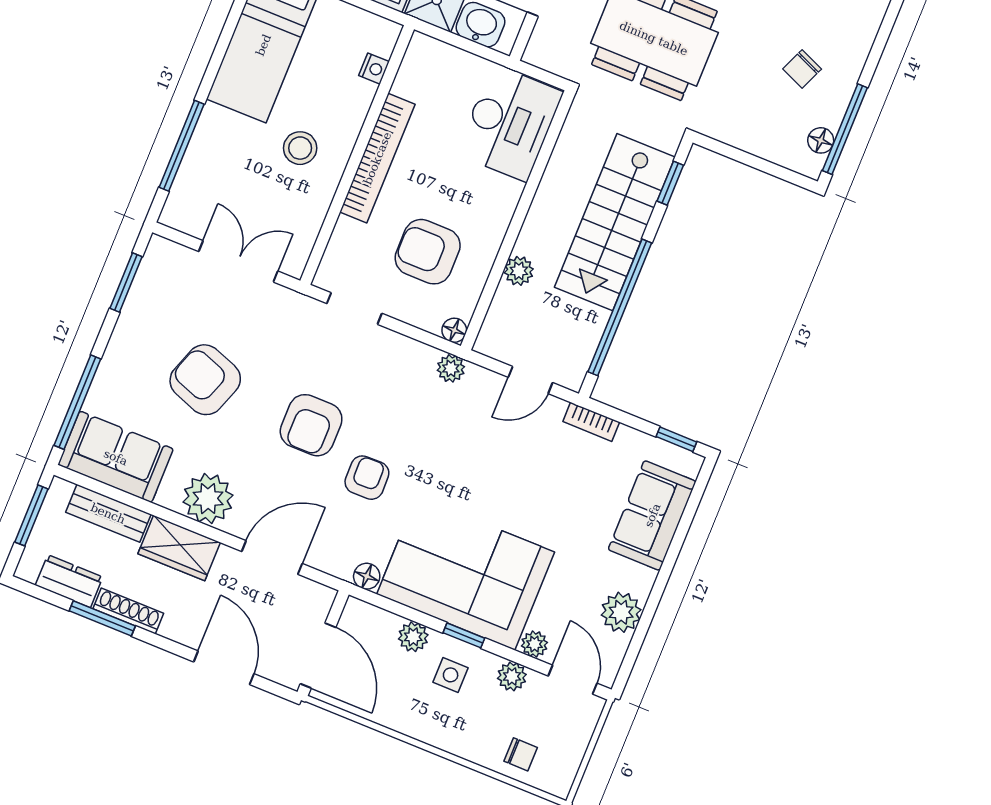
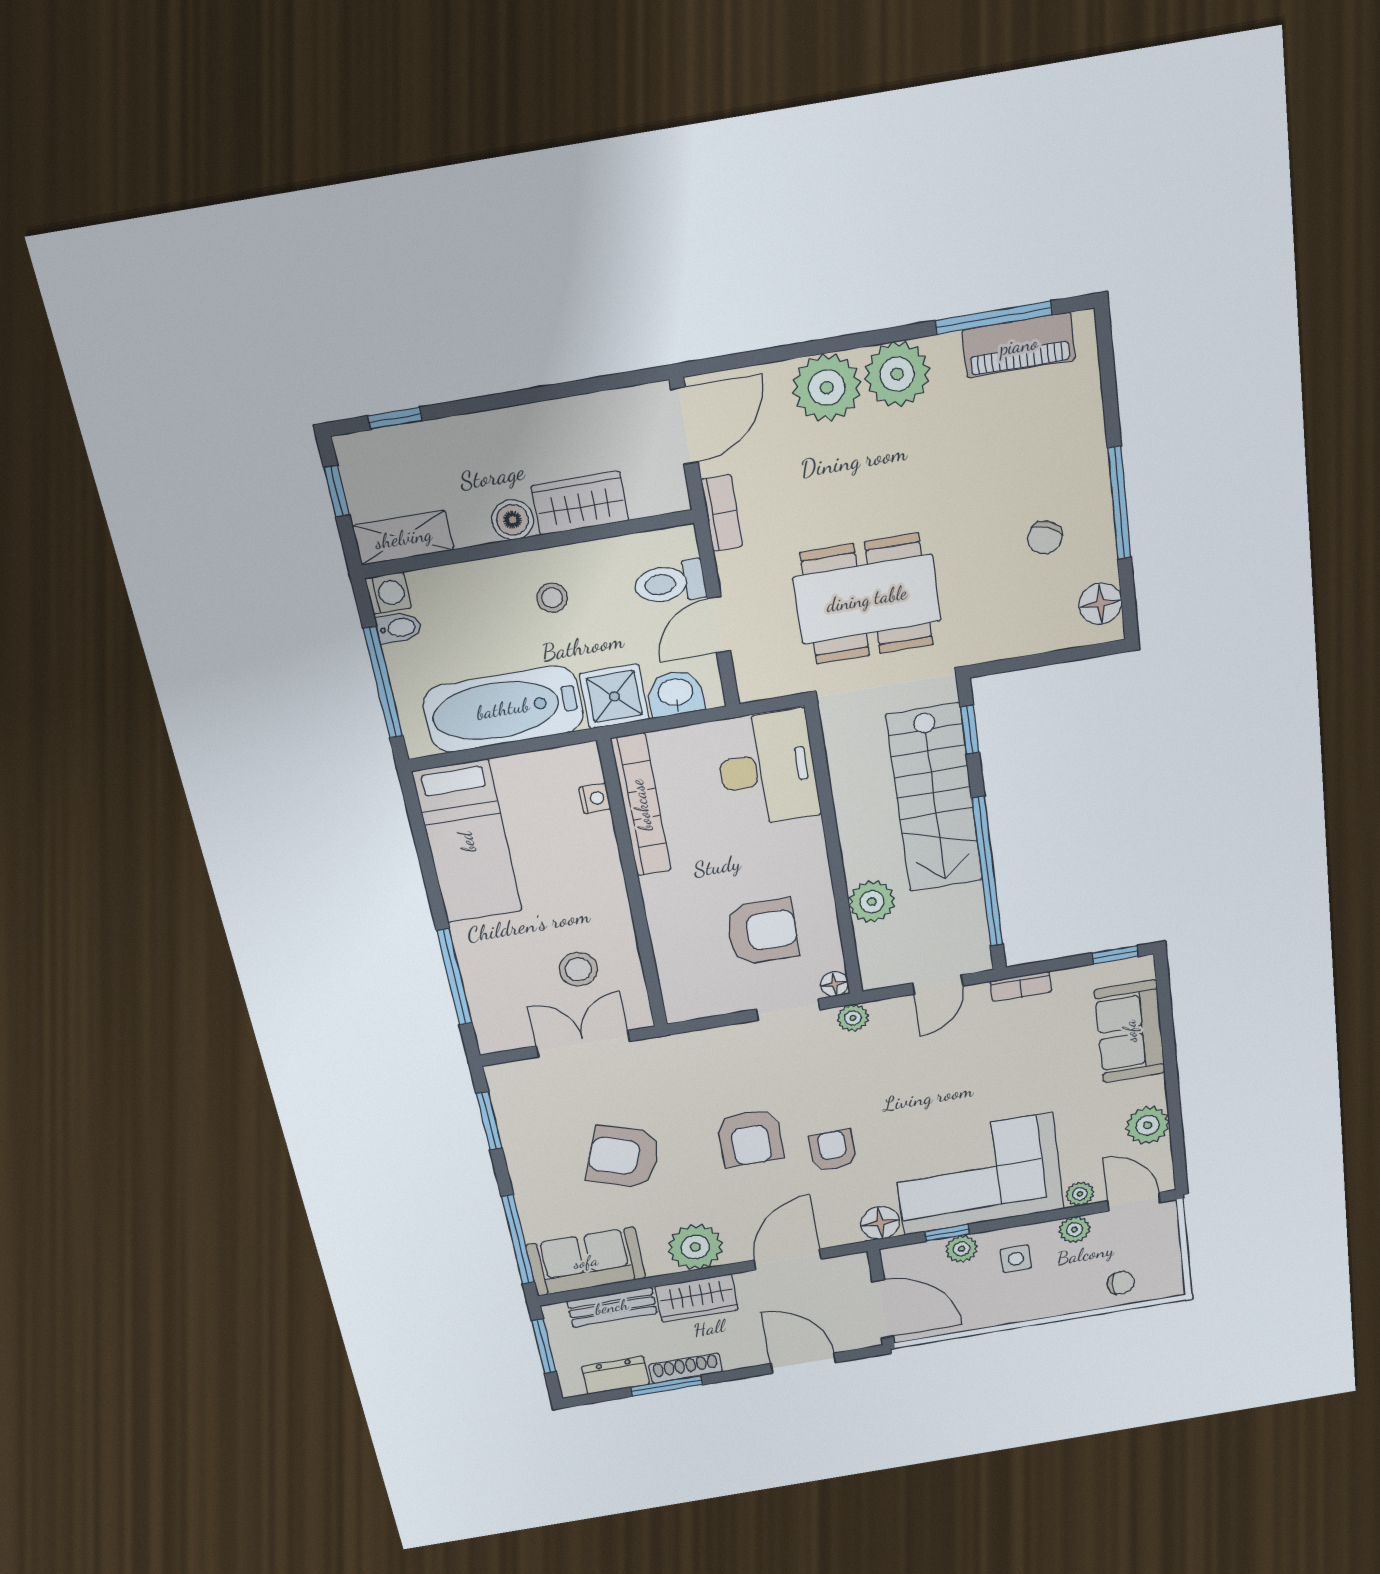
window: (845, 129) -> (1119, 503), moved
floor lamp: (821, 140) -> (1100, 604), width x1.37, depth x1.37
stool: (300, 148) -> (578, 969), moved
bookcase: (377, 158) -> (641, 805), moved
armchair: (428, 252) -> (762, 932), turned 180
plant: (519, 271) -> (872, 902), width x1.38, depth x1.38
doorway: (354, 308) -> (788, 1009), moved
floor lamp: (367, 576) -> (880, 1223), width x1.37, depth x1.37
window: (464, 635) -> (947, 1233), moved

